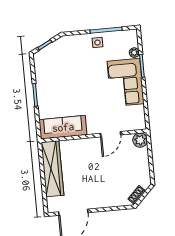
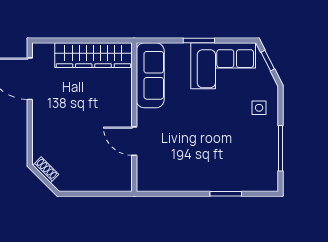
side table: (97, 43) -> (259, 108), moved
plant: (134, 53) -> (245, 185), removed
corner sofa: (126, 82) -> (223, 66), moved, turned 180
plant: (140, 140) -> (122, 182), removed

